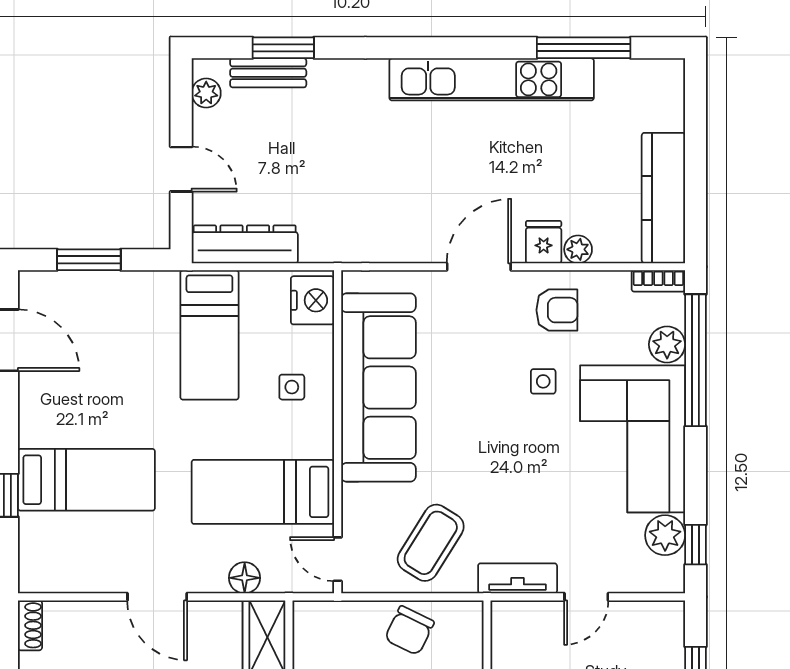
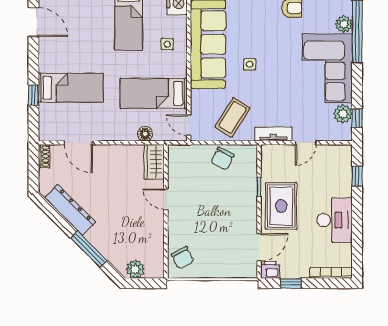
side table: (543, 381) -> (250, 64), moved
door: (157, 597) -> (78, 143), moved

